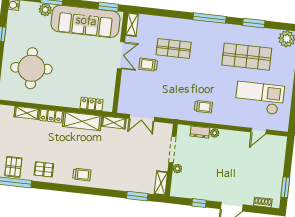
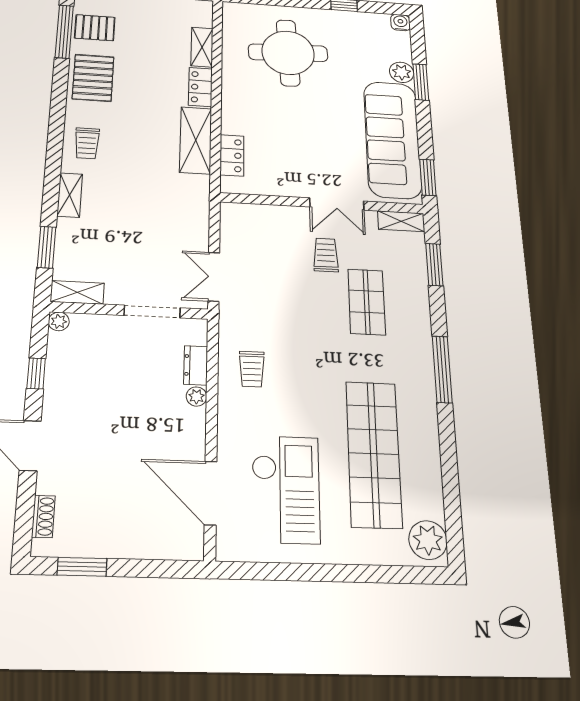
window: (254, 23) -> (434, 265), moved
shop shelf: (247, 57) -> (374, 454), width x1.40
double door: (142, 118) -> (214, 277), moved
shelving: (114, 122) -> (70, 195), moved
door: (259, 131) -> (211, 493), width x1.88
pallet: (44, 169) -> (93, 78), width x1.50, depth x1.42
plant: (177, 169) -> (59, 321), moved

